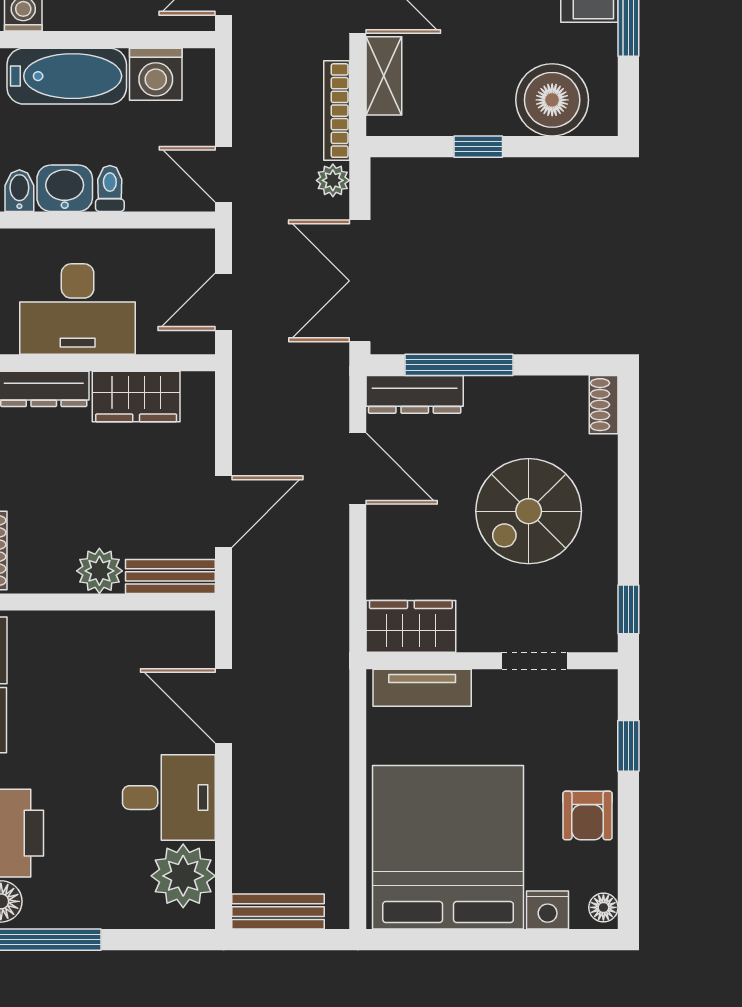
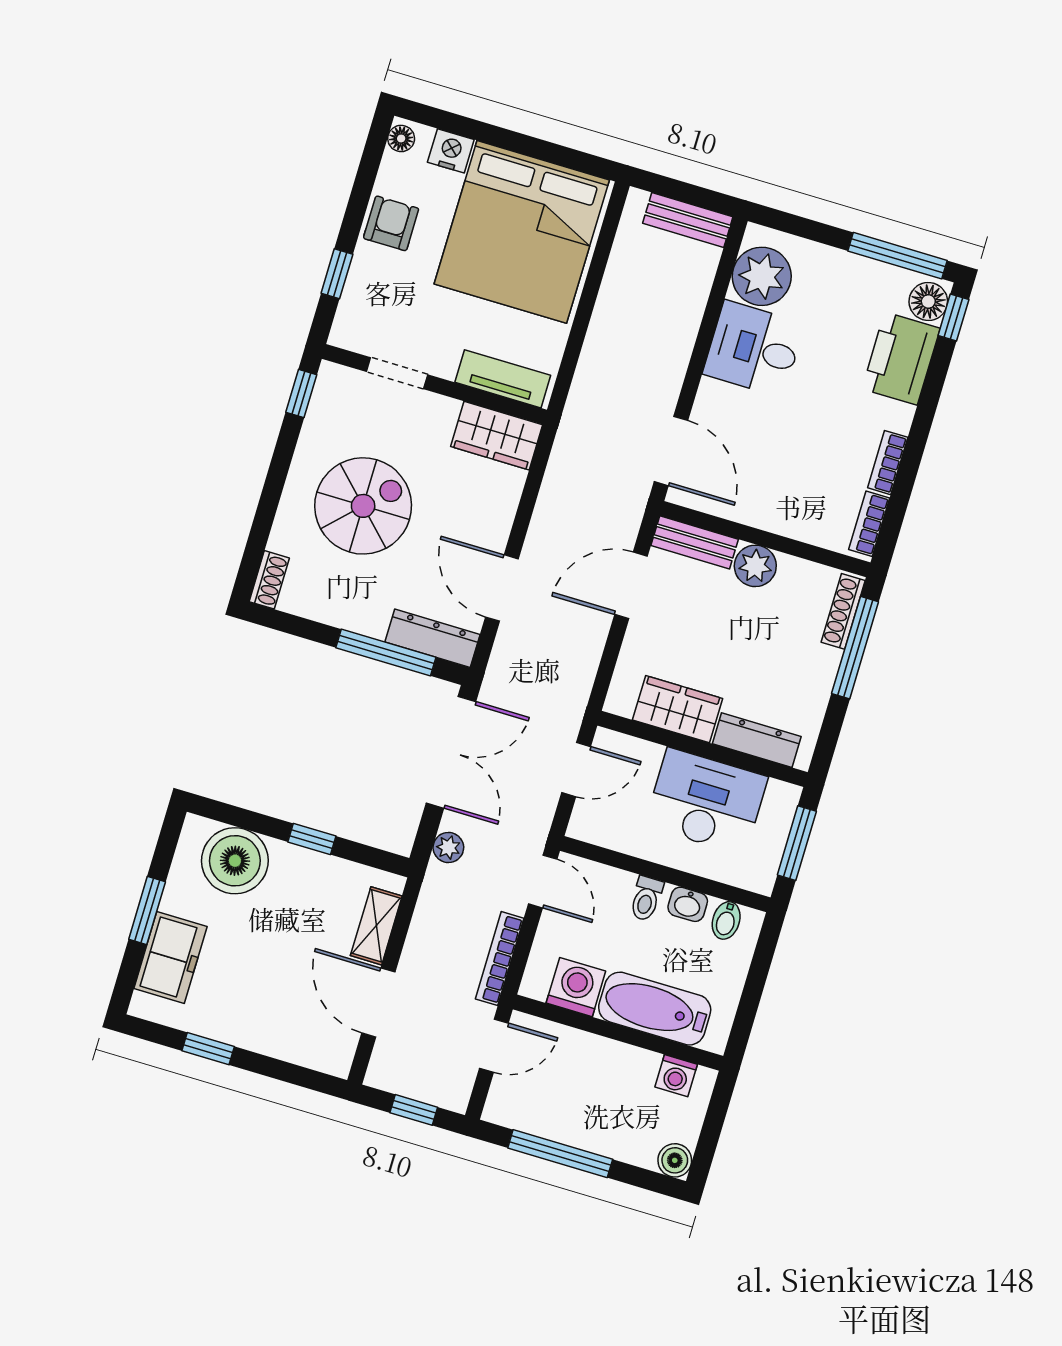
bookcase: (337, 111) -> (500, 959), moved, turned 180
washbasin: (65, 188) -> (688, 904), width x0.72, depth x0.69
door: (223, 706) -> (671, 451), moved

